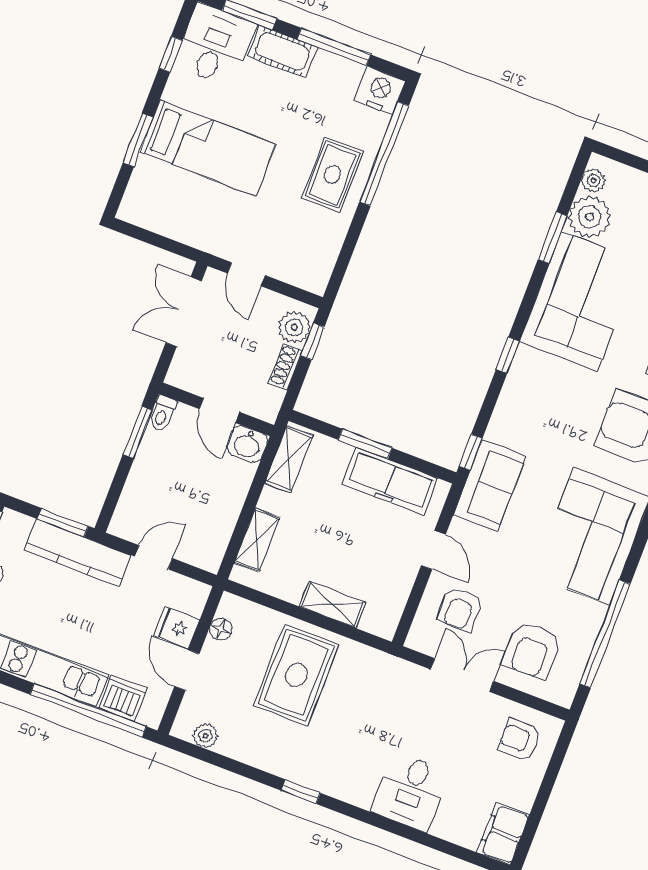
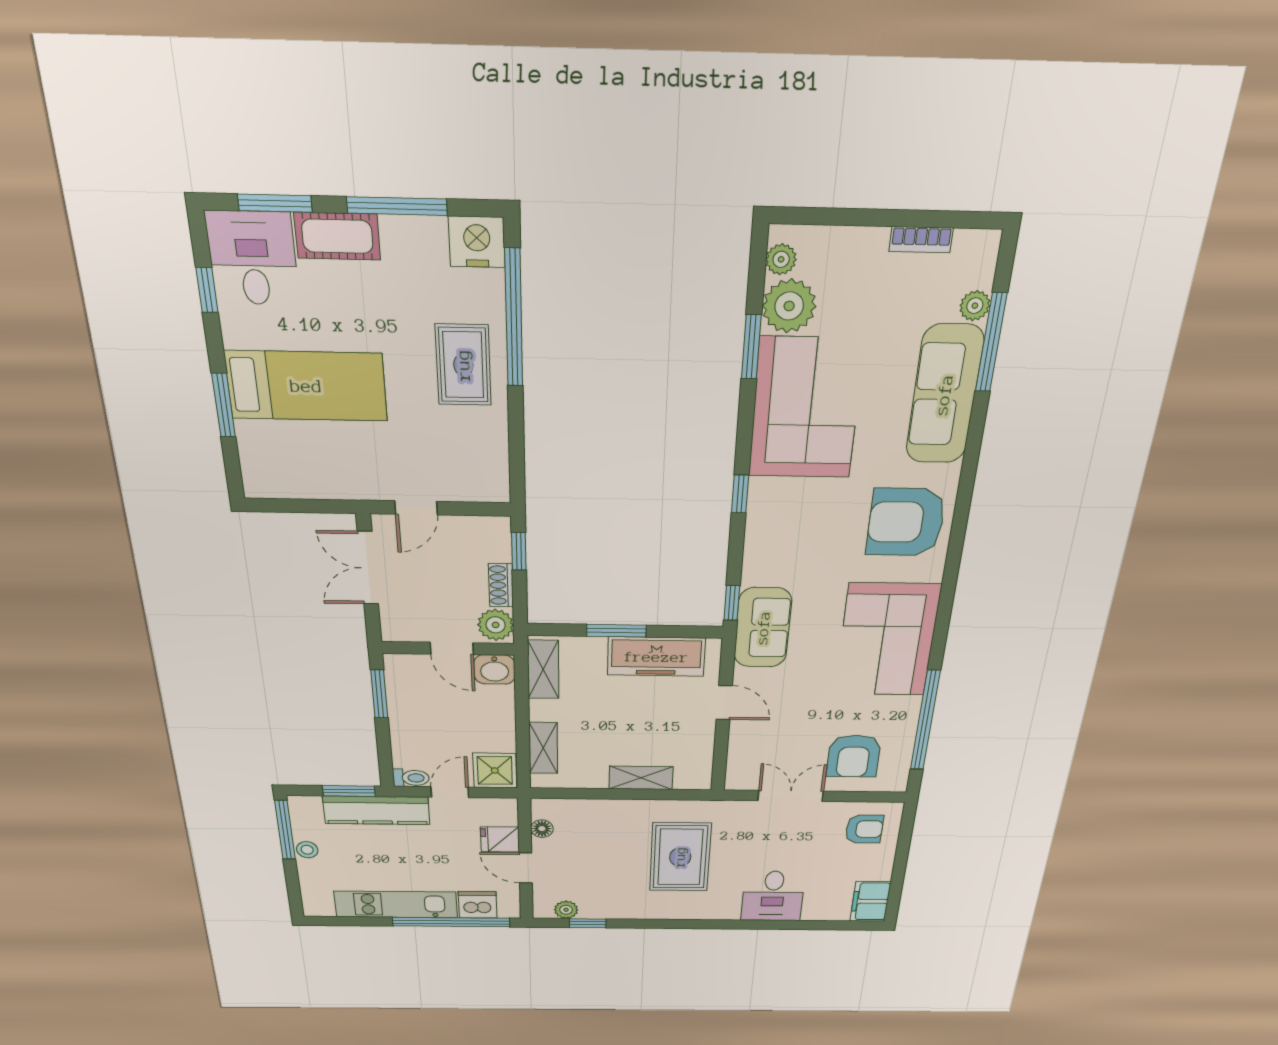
door: (246, 274) -> (416, 508), hinge flipped
plant: (294, 327) -> (496, 625), moved
toilet: (162, 413) -> (411, 778), moved, turned -90
shower: (204, 548) -> (495, 770), added
armchair: (460, 609) -> (769, 744), removed
rug: (296, 675) -> (680, 857), moved
armchair: (520, 740) -> (864, 829), turned 180
window: (301, 792) -> (588, 923), moved

